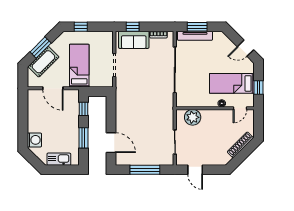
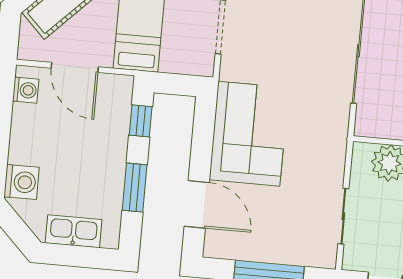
washing machine: (33, 100) -> (26, 90), added
corner sofa: (131, 110) -> (249, 134), added

